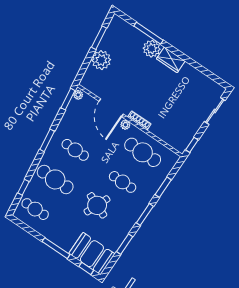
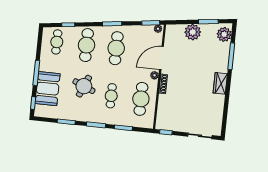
plant: (152, 49) -> (224, 34), moved
cafe table: (75, 150) -> (116, 48), width x1.37, depth x1.35
booth: (92, 254) -> (48, 89), moved

